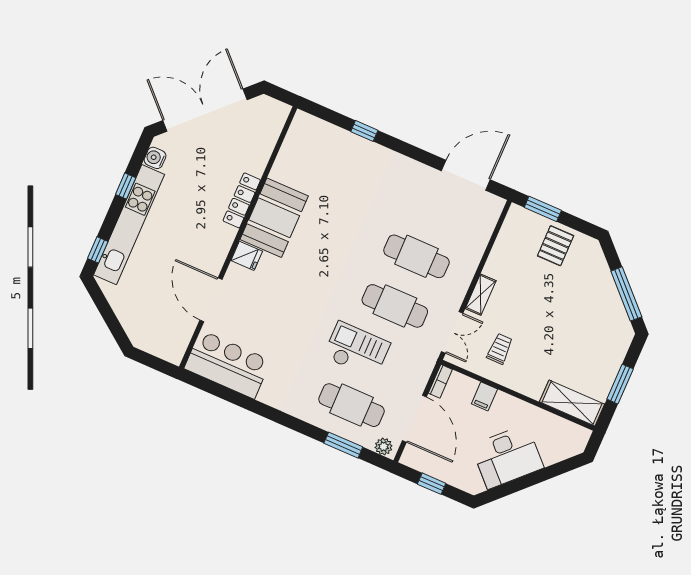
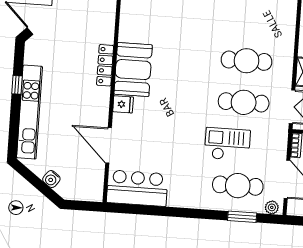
water cooler: (155, 158) -> (51, 179), moved, turned -53
window: (98, 250) -> (13, 138), removed

